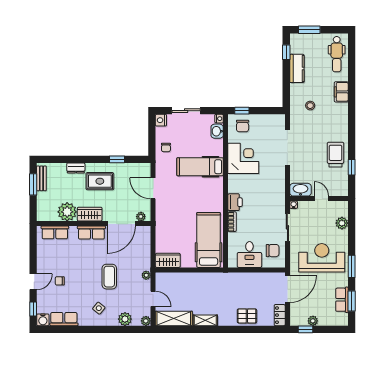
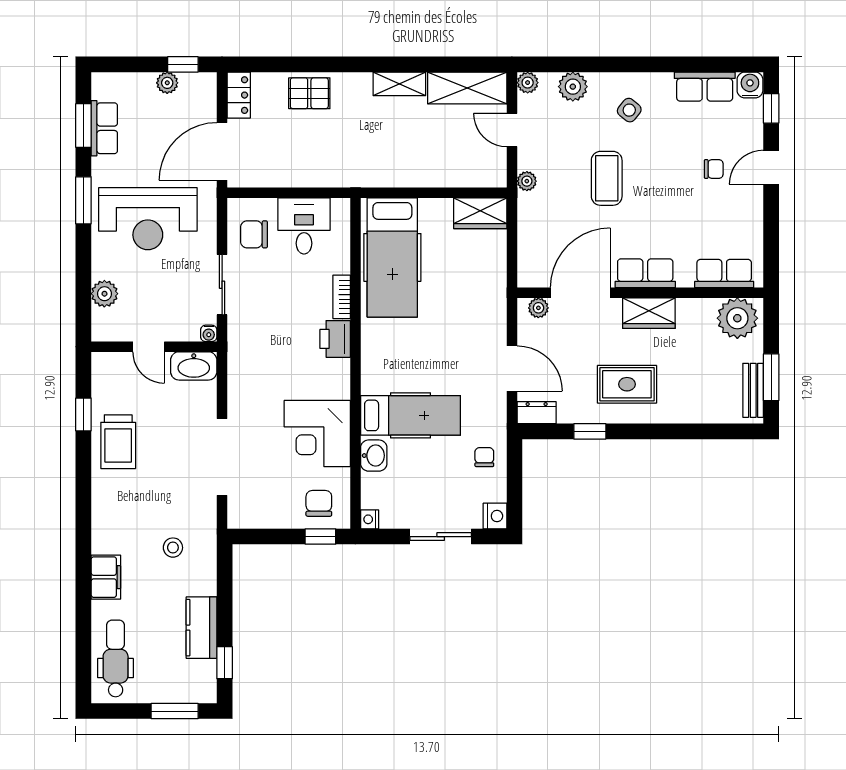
washbasin: (217, 131) -> (374, 456), moved
dresser: (76, 168) -> (537, 413), moved
plant: (67, 212) -> (737, 318), moved

